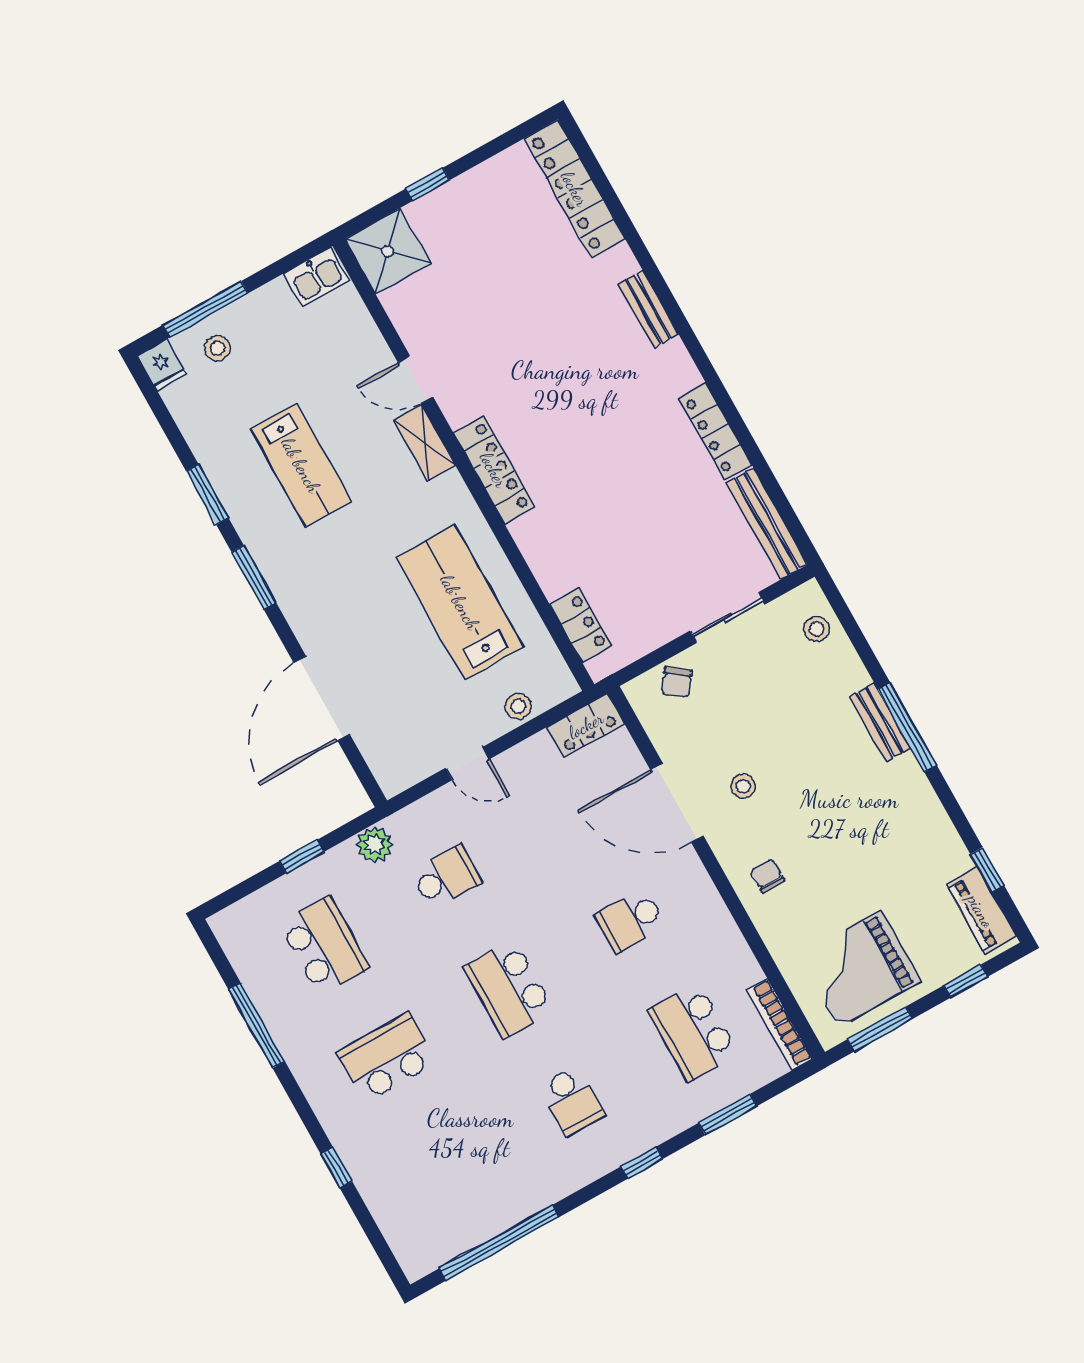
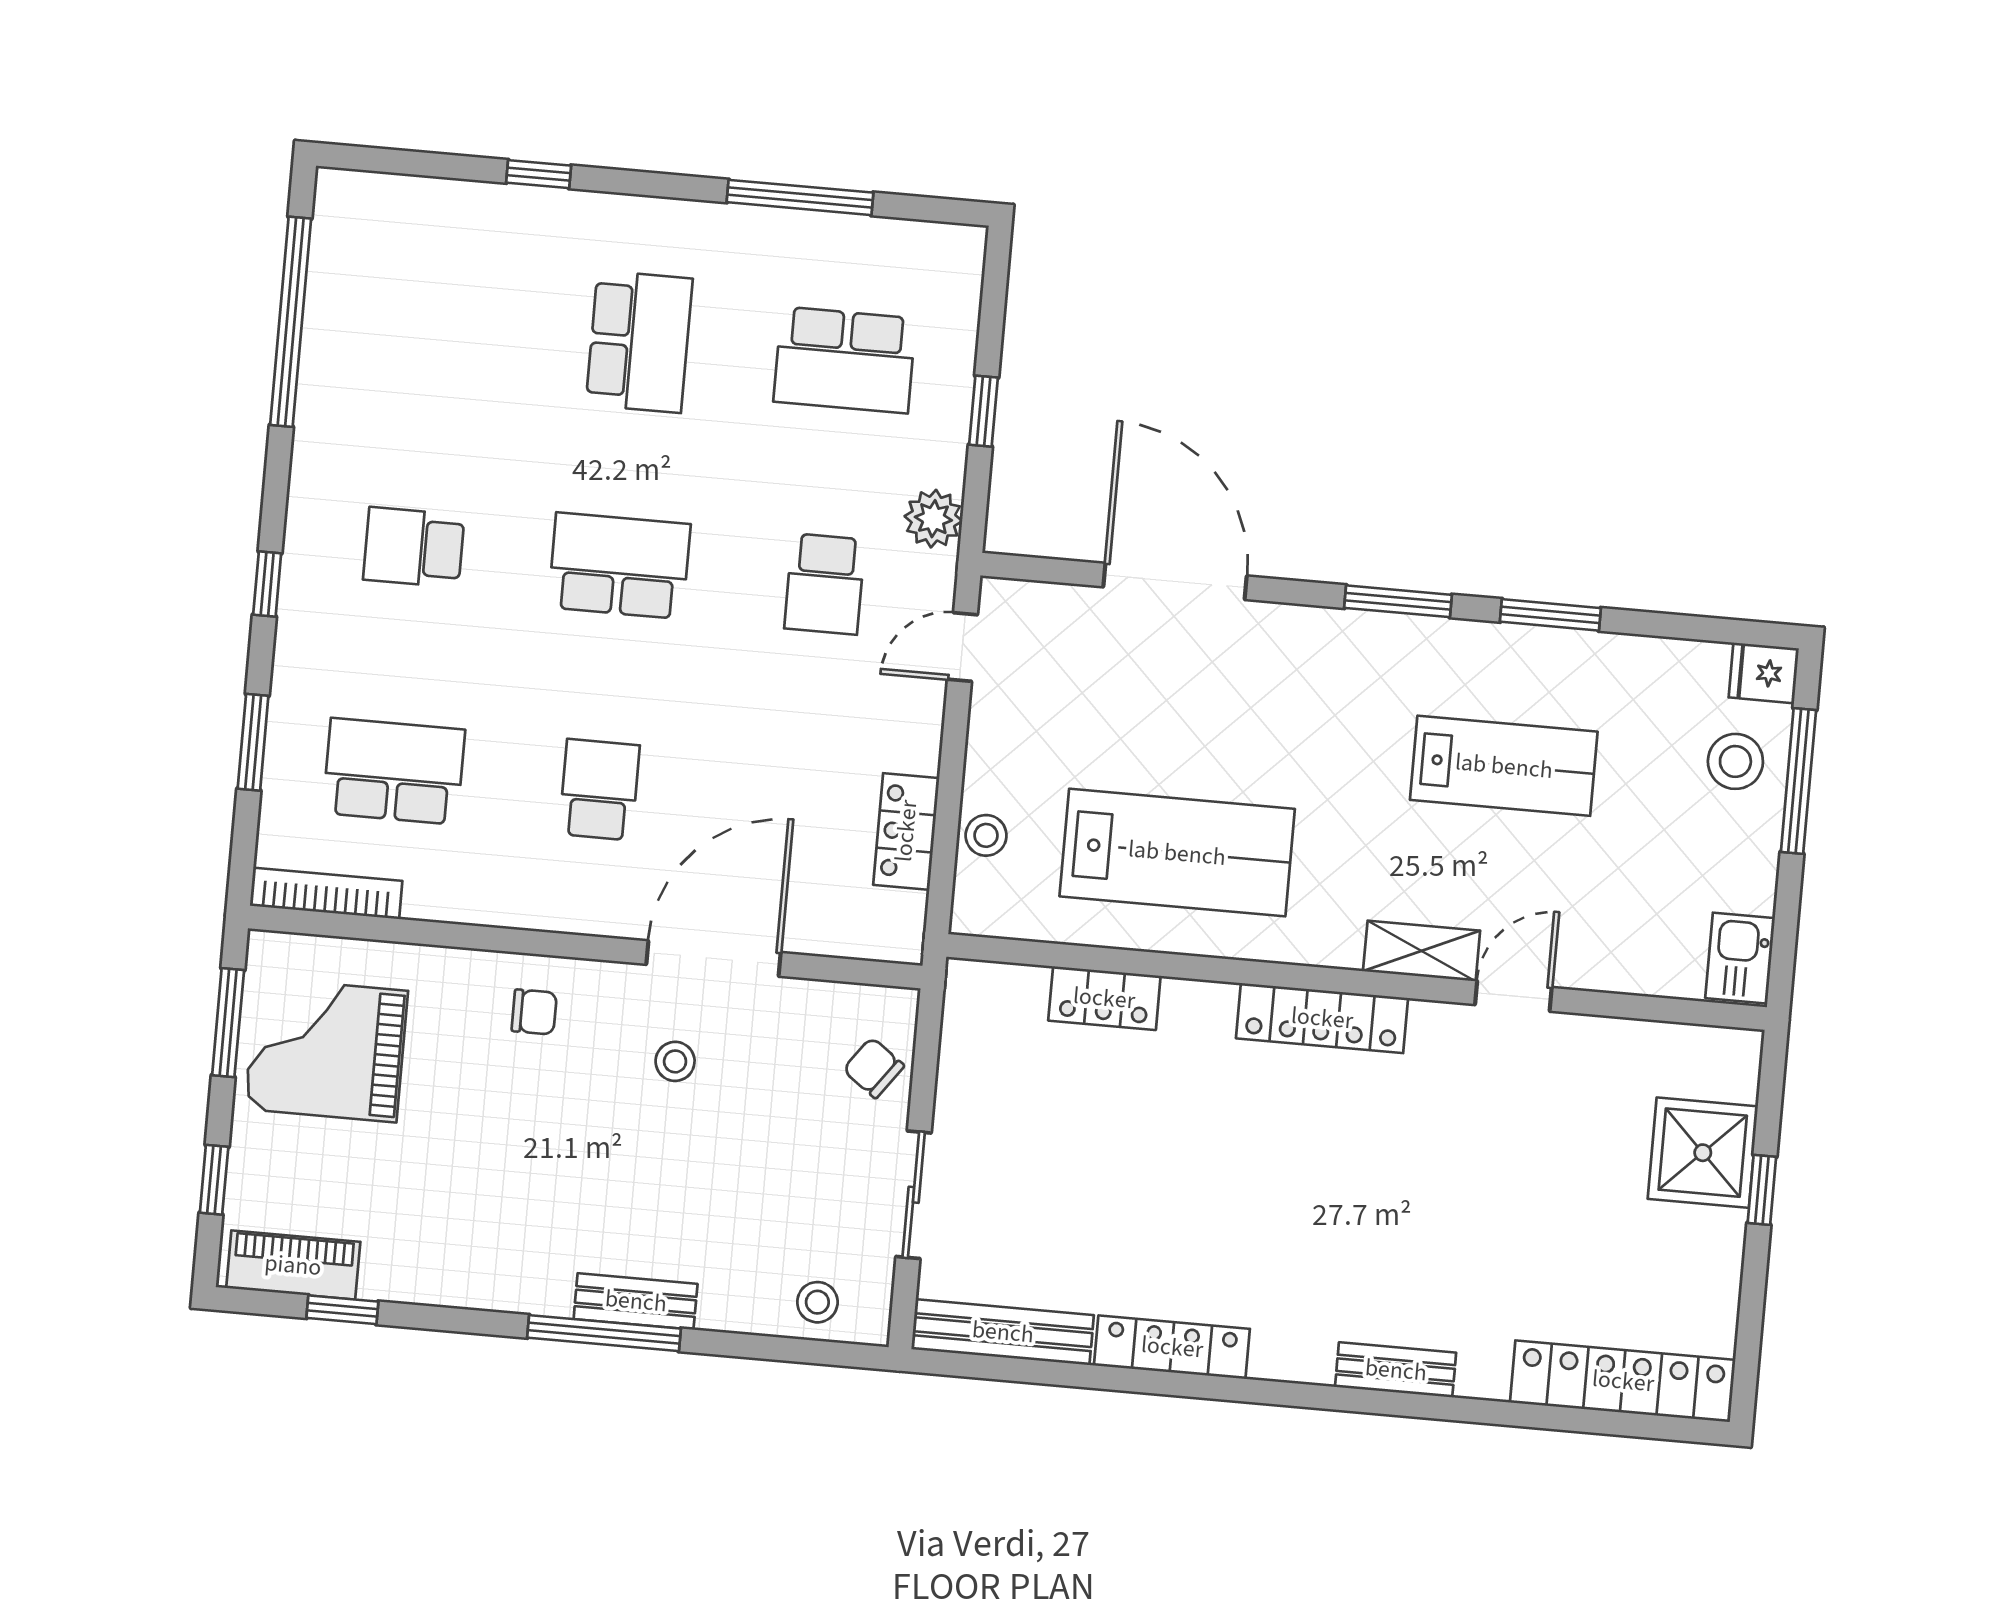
shower: (388, 251) -> (1703, 1153), moved
stool: (217, 348) -> (1735, 761), width x1.37, depth x1.37
lab bench: (301, 465) -> (1504, 766), turned 180
locker: (581, 625) -> (1104, 998), moved
locker: (586, 725) -> (906, 831), moved
door: (467, 764) -> (962, 647), moved
grand piano: (860, 969) -> (326, 1050), turned -90

